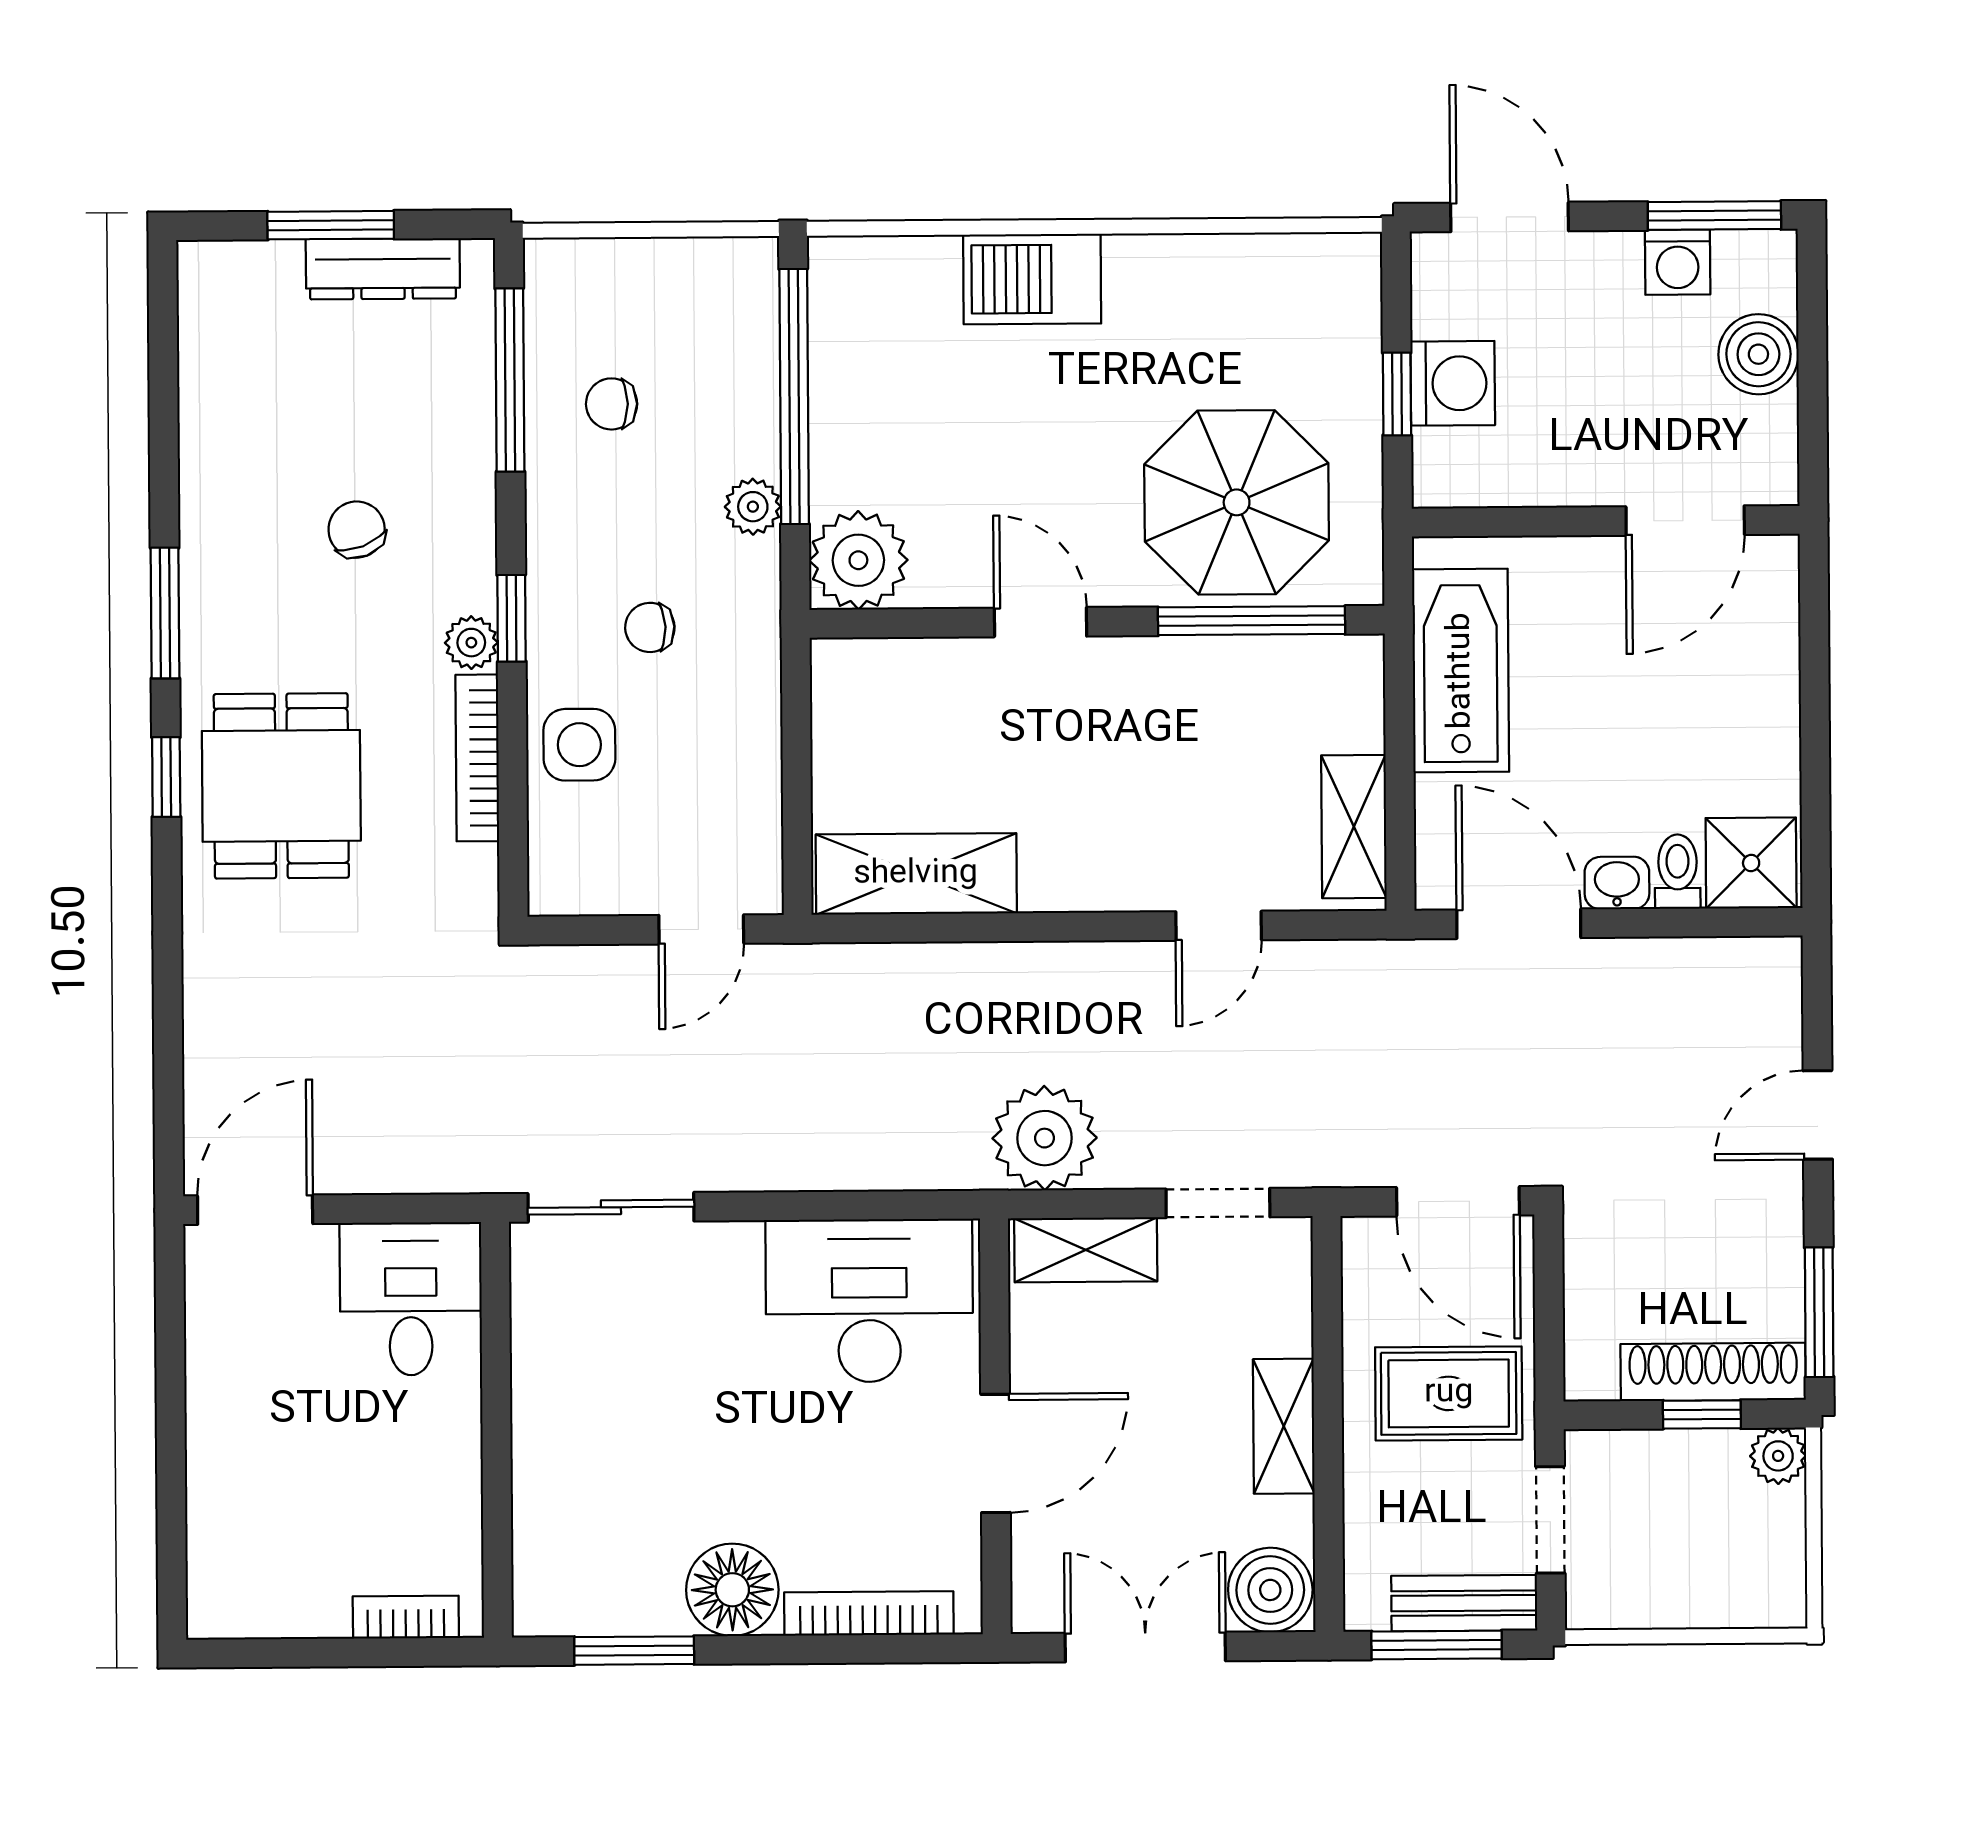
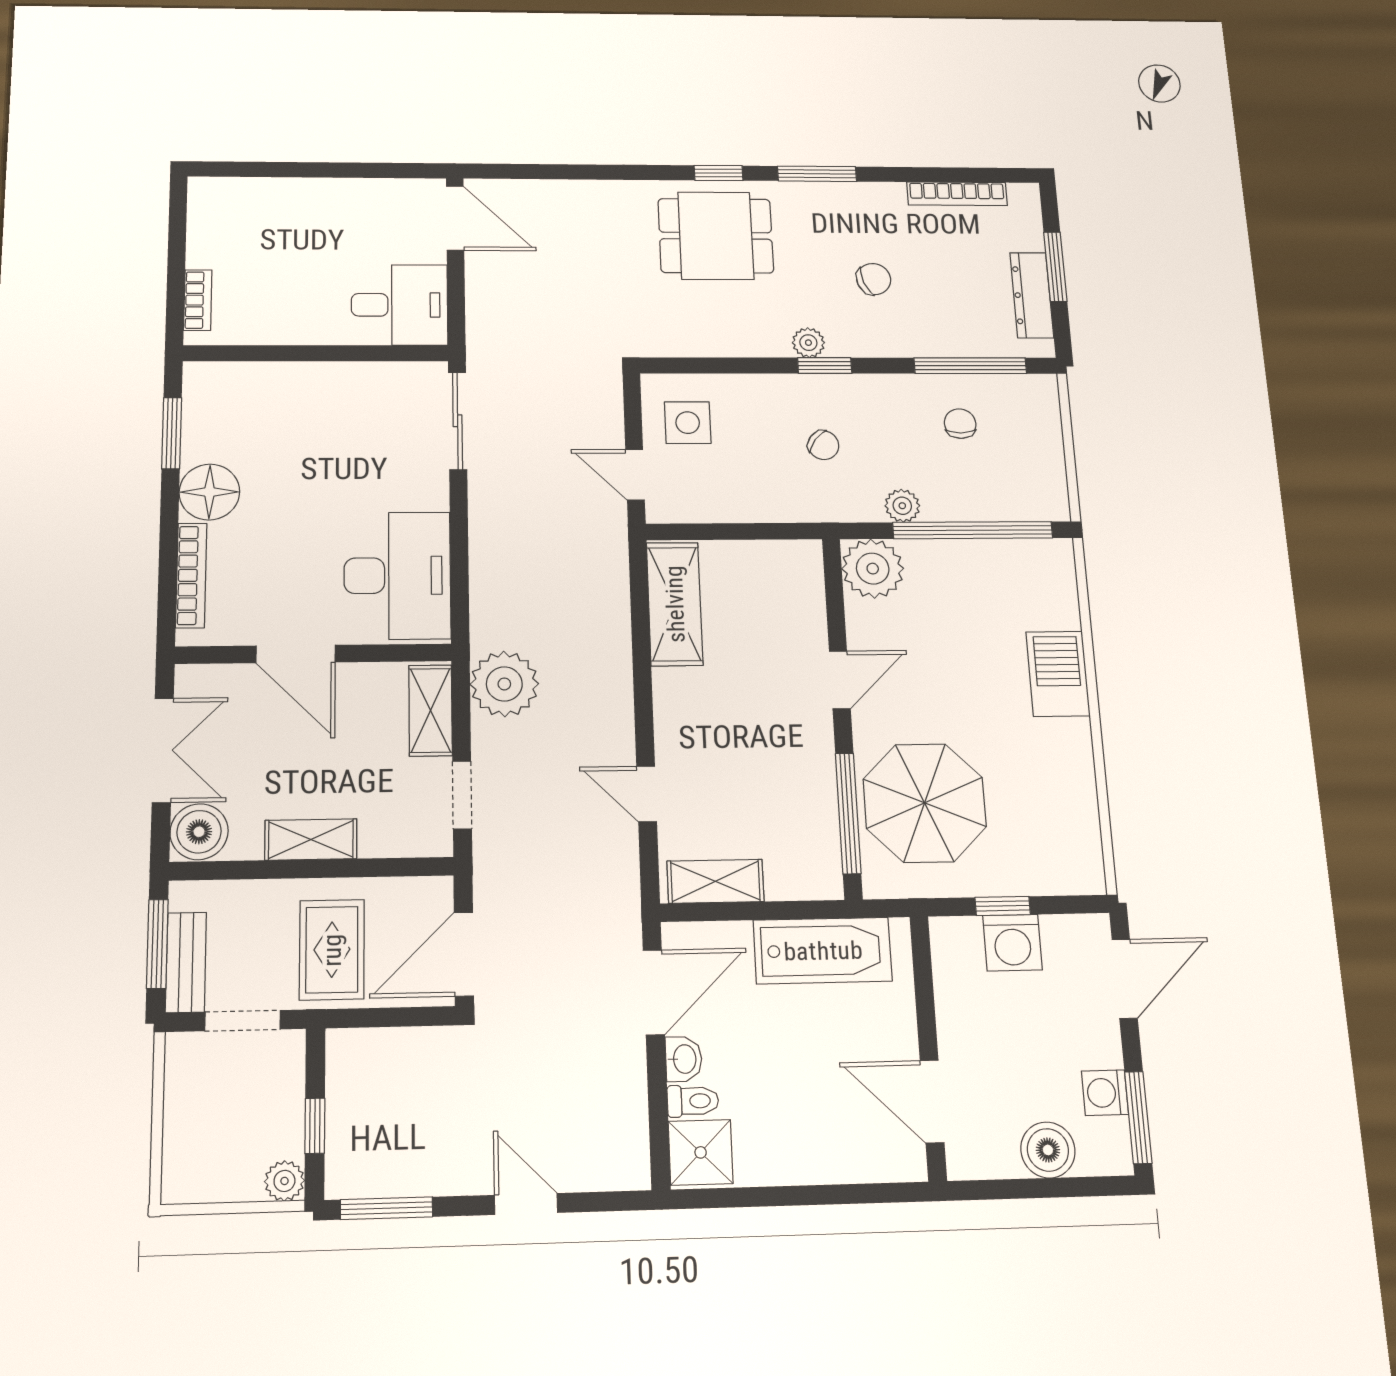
chair: (650, 627) -> (823, 445), turned 129
side table: (579, 745) -> (688, 423), moved
bookcase: (477, 758) -> (957, 194), moved, turned 180
shoe rack: (1713, 1372) -> (345, 1133), removed

